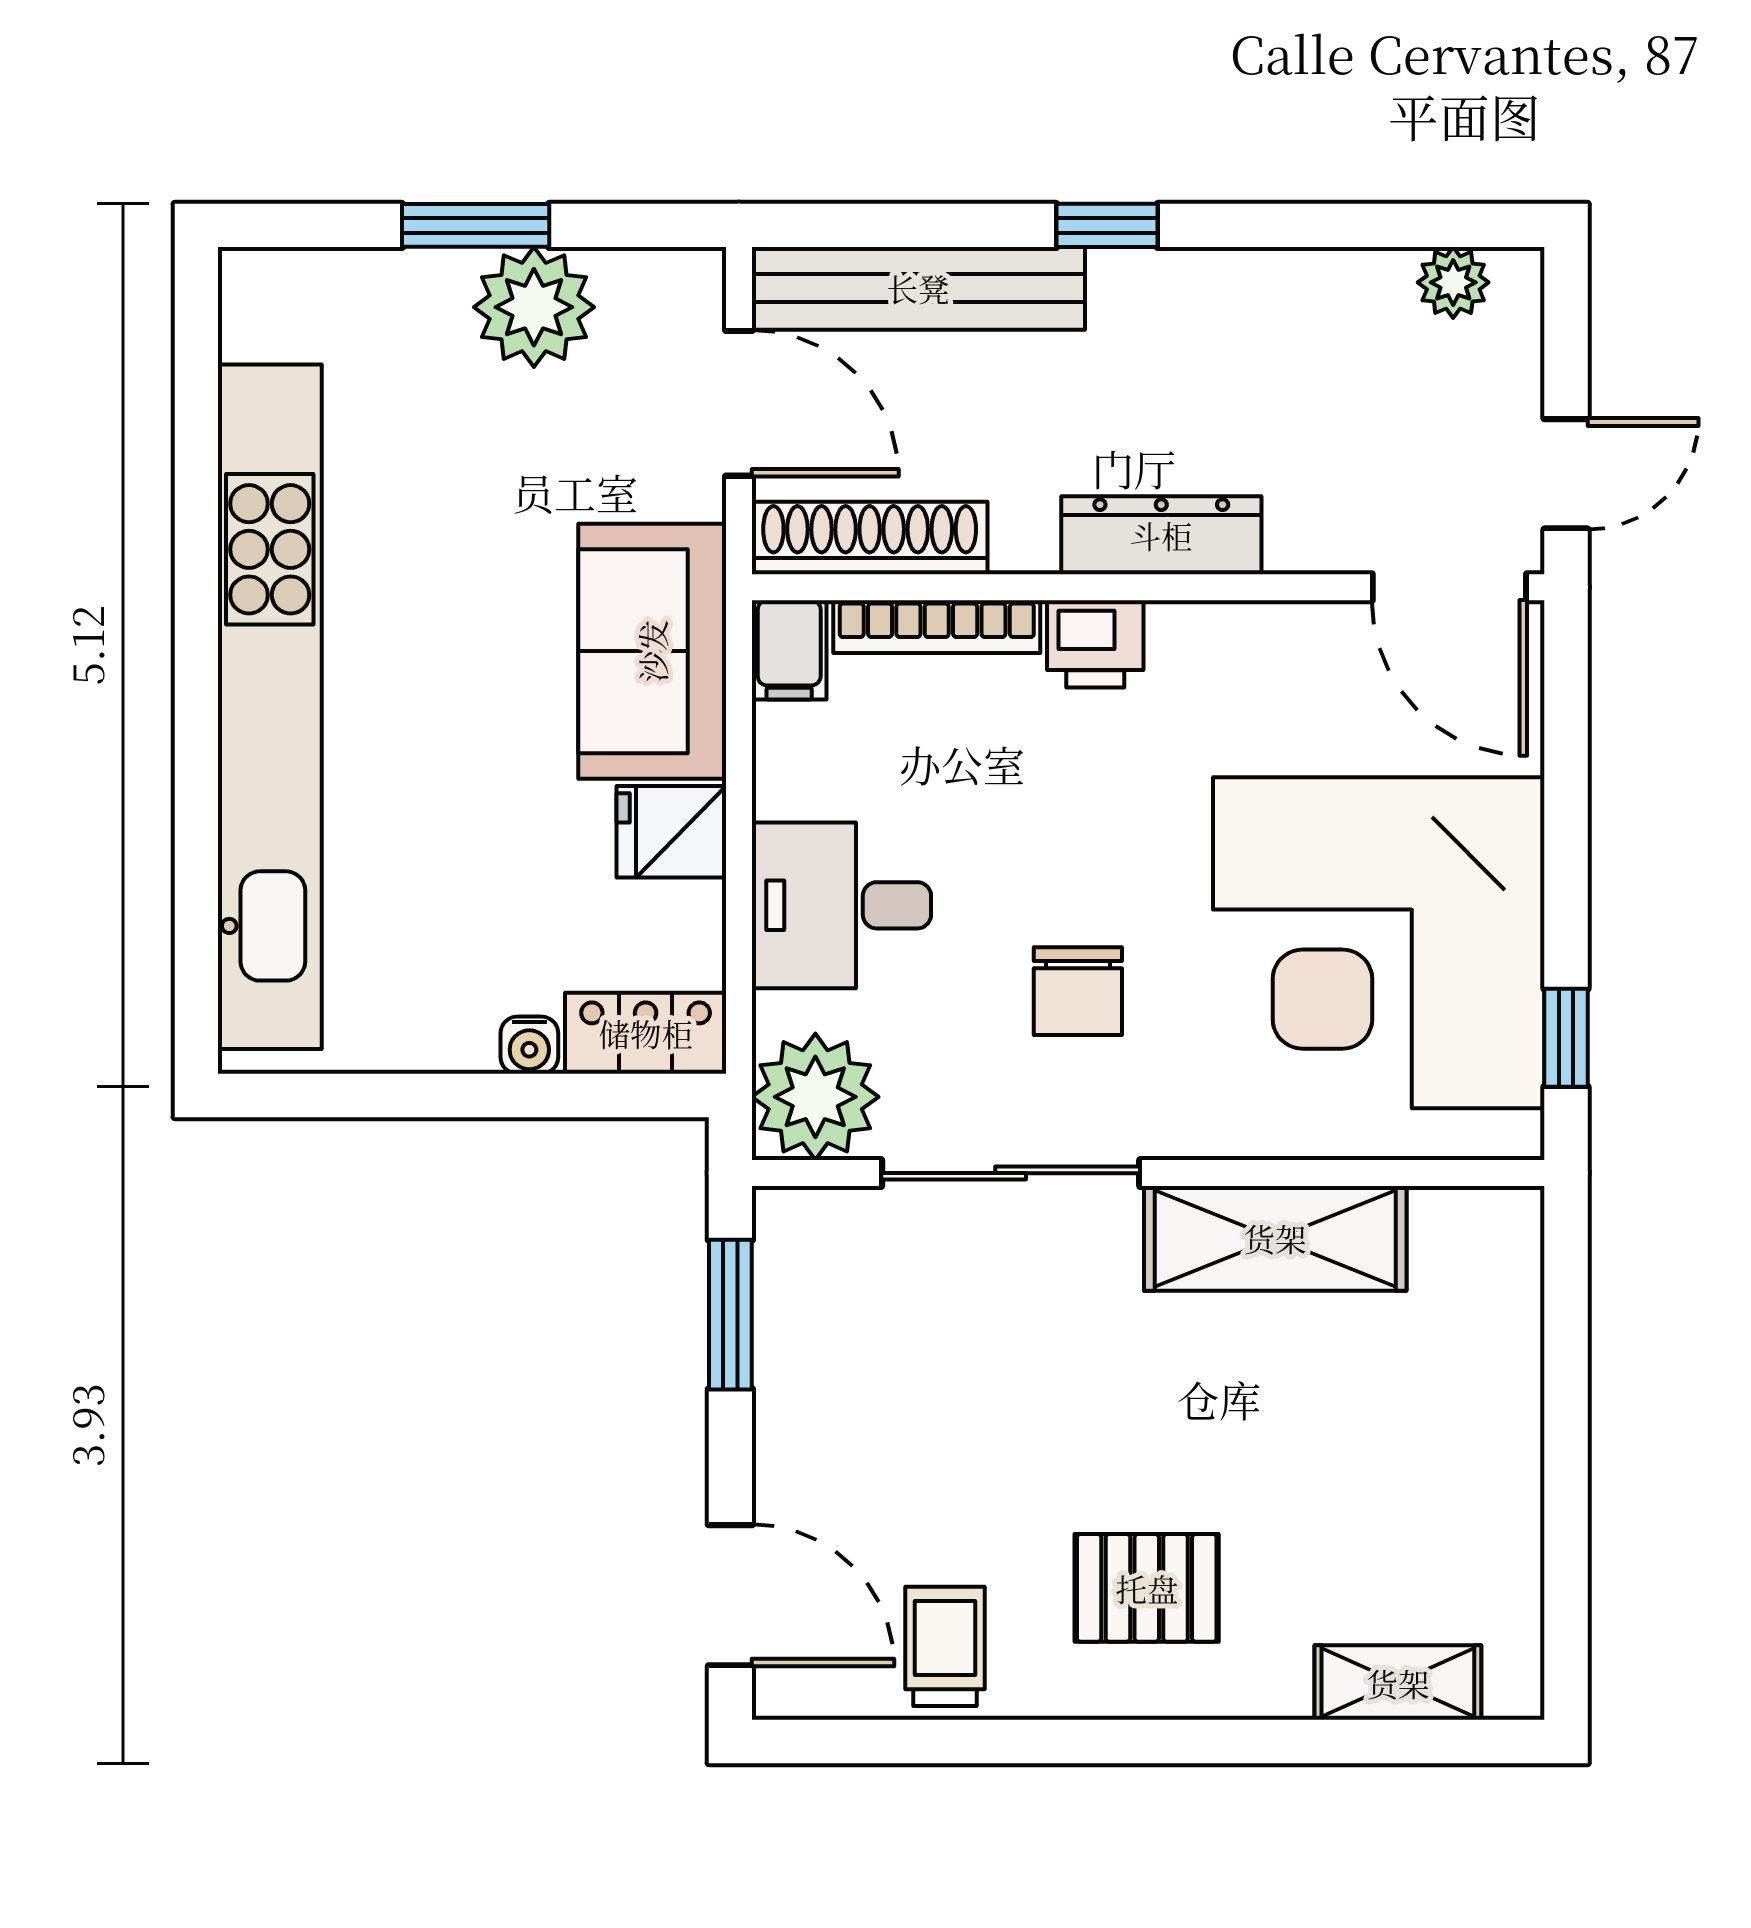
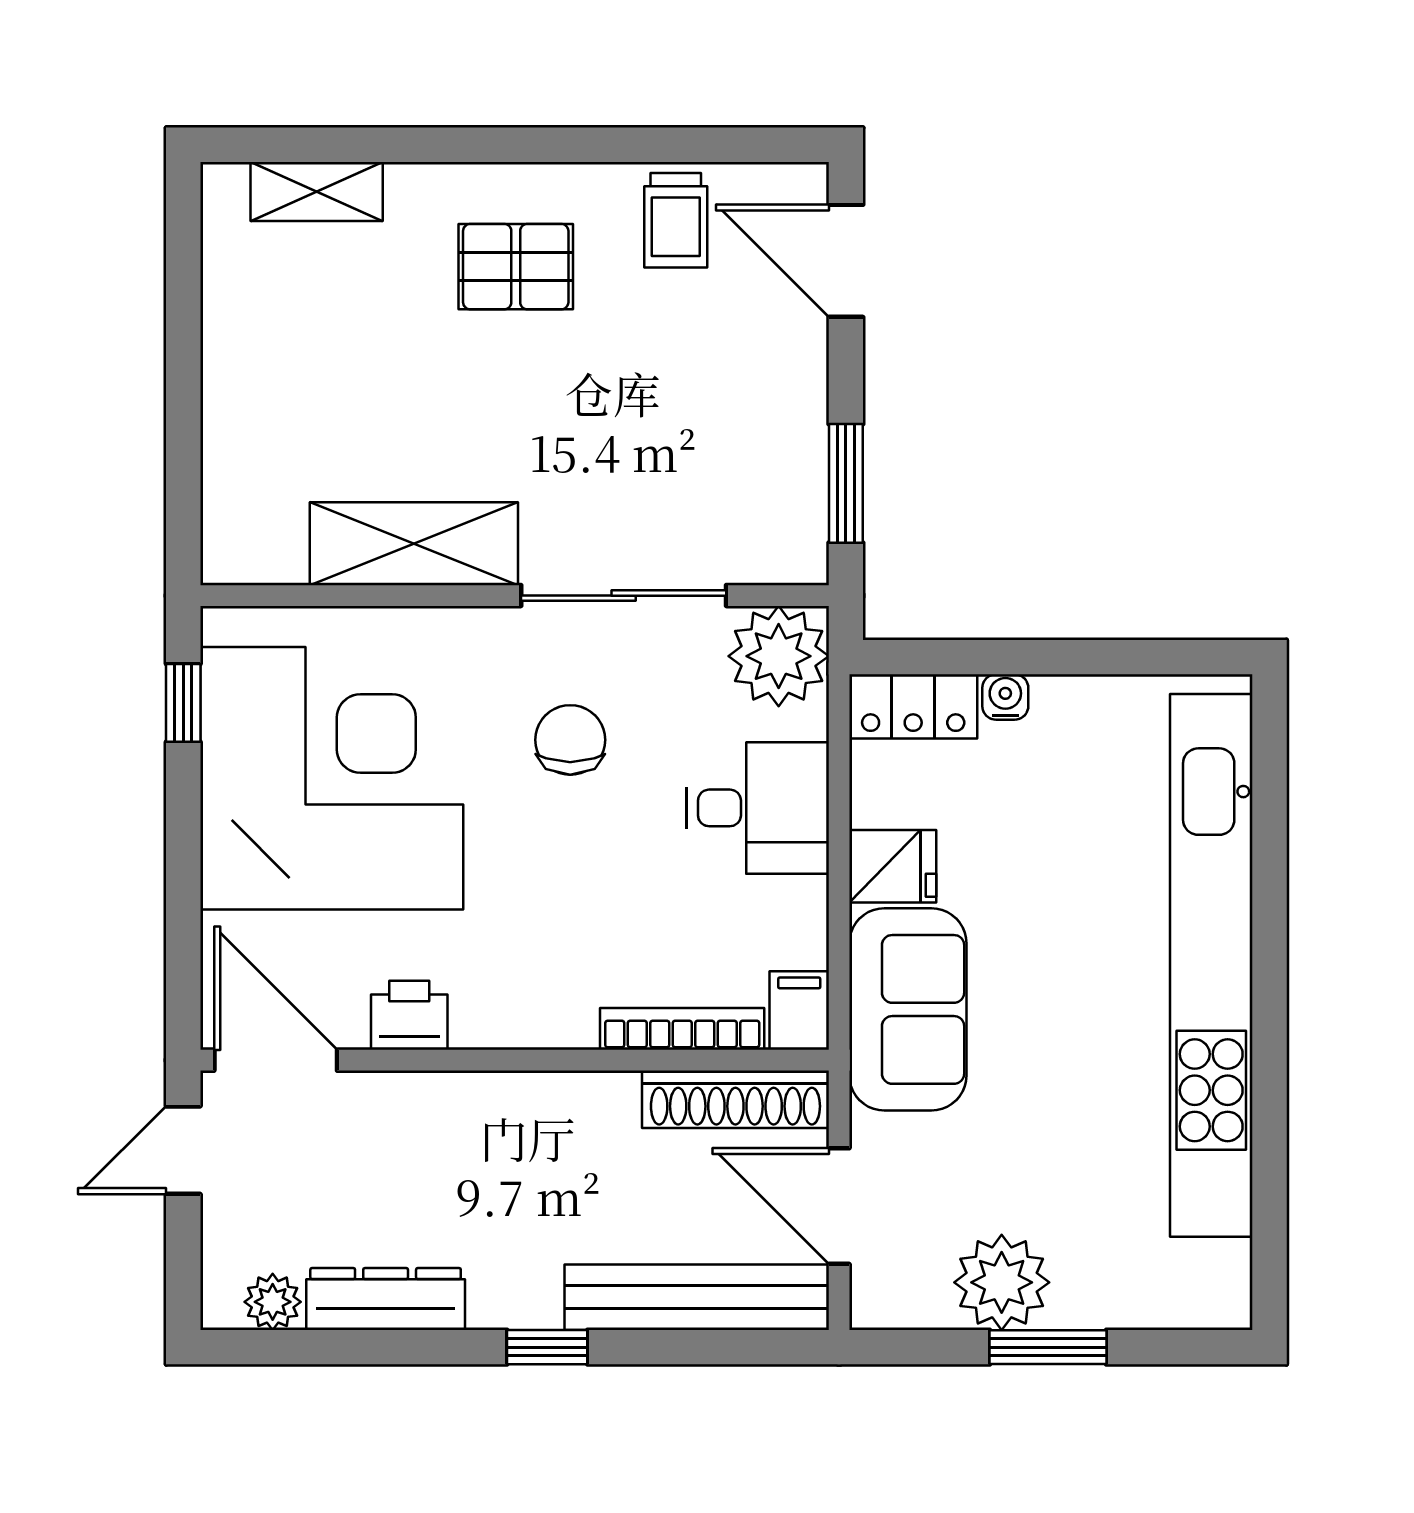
dresser: (1161, 535) -> (386, 1299), moved, turned 180
printer: (1095, 644) -> (409, 1015), moved

